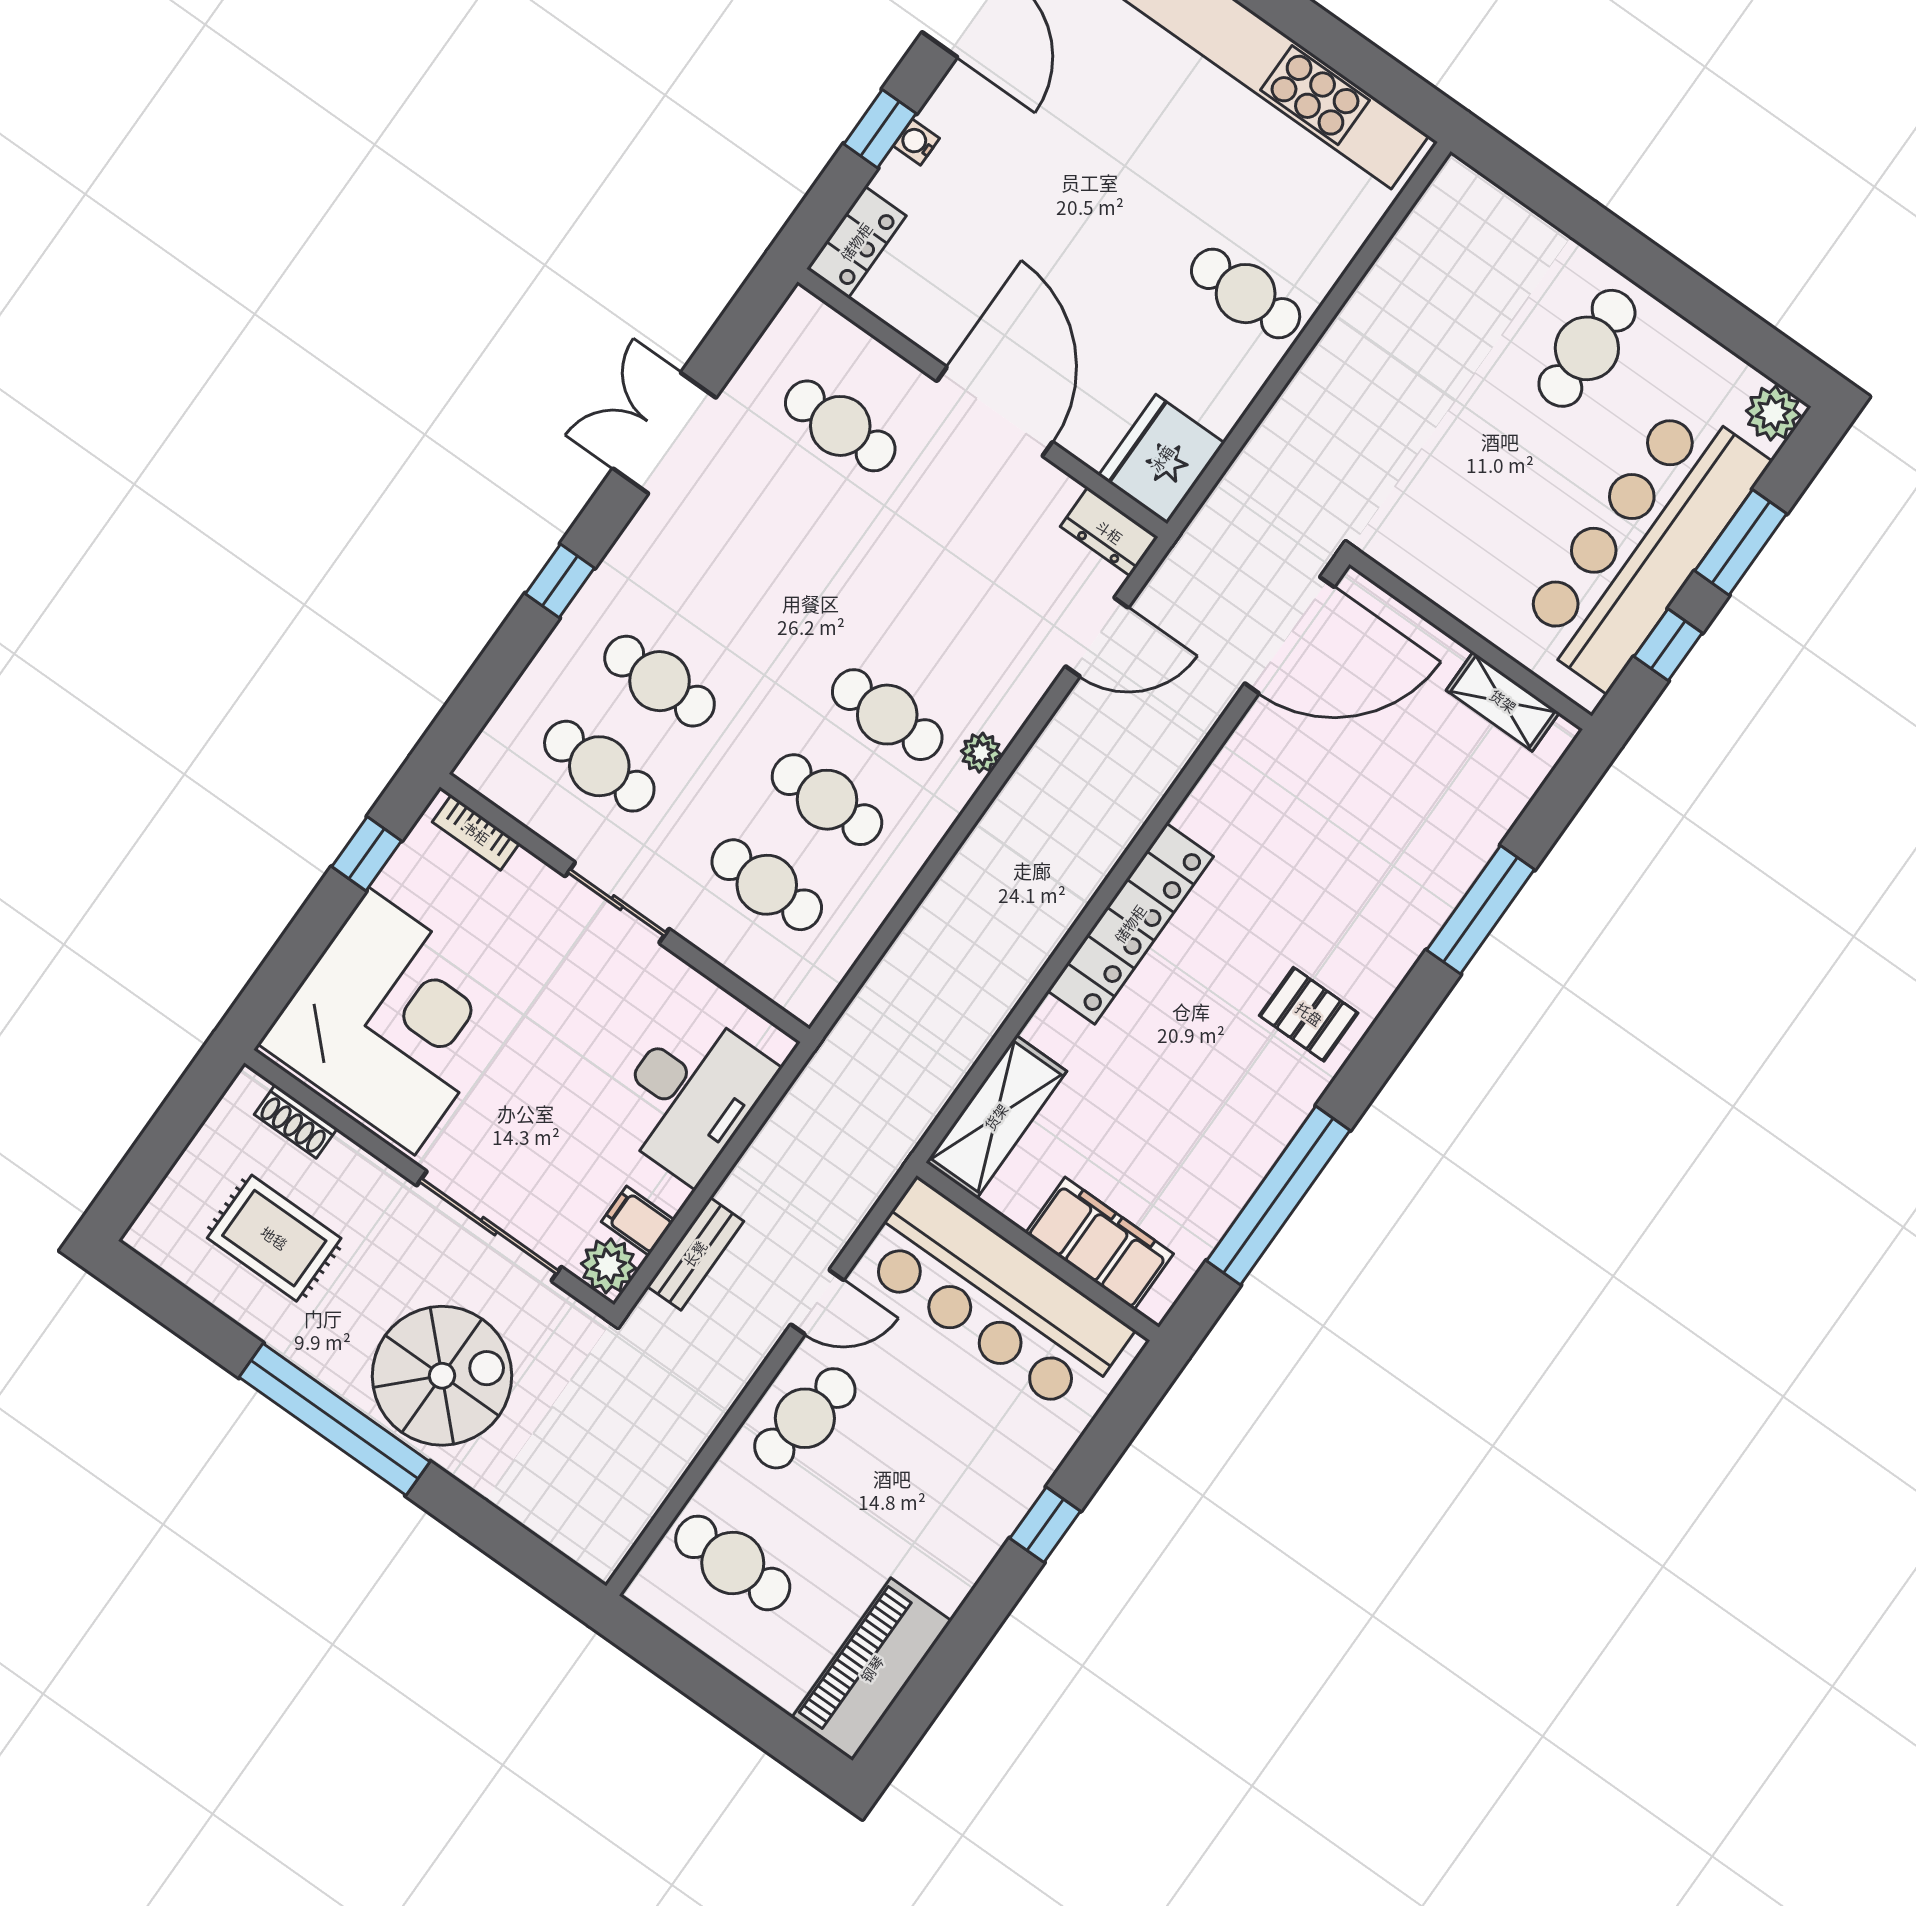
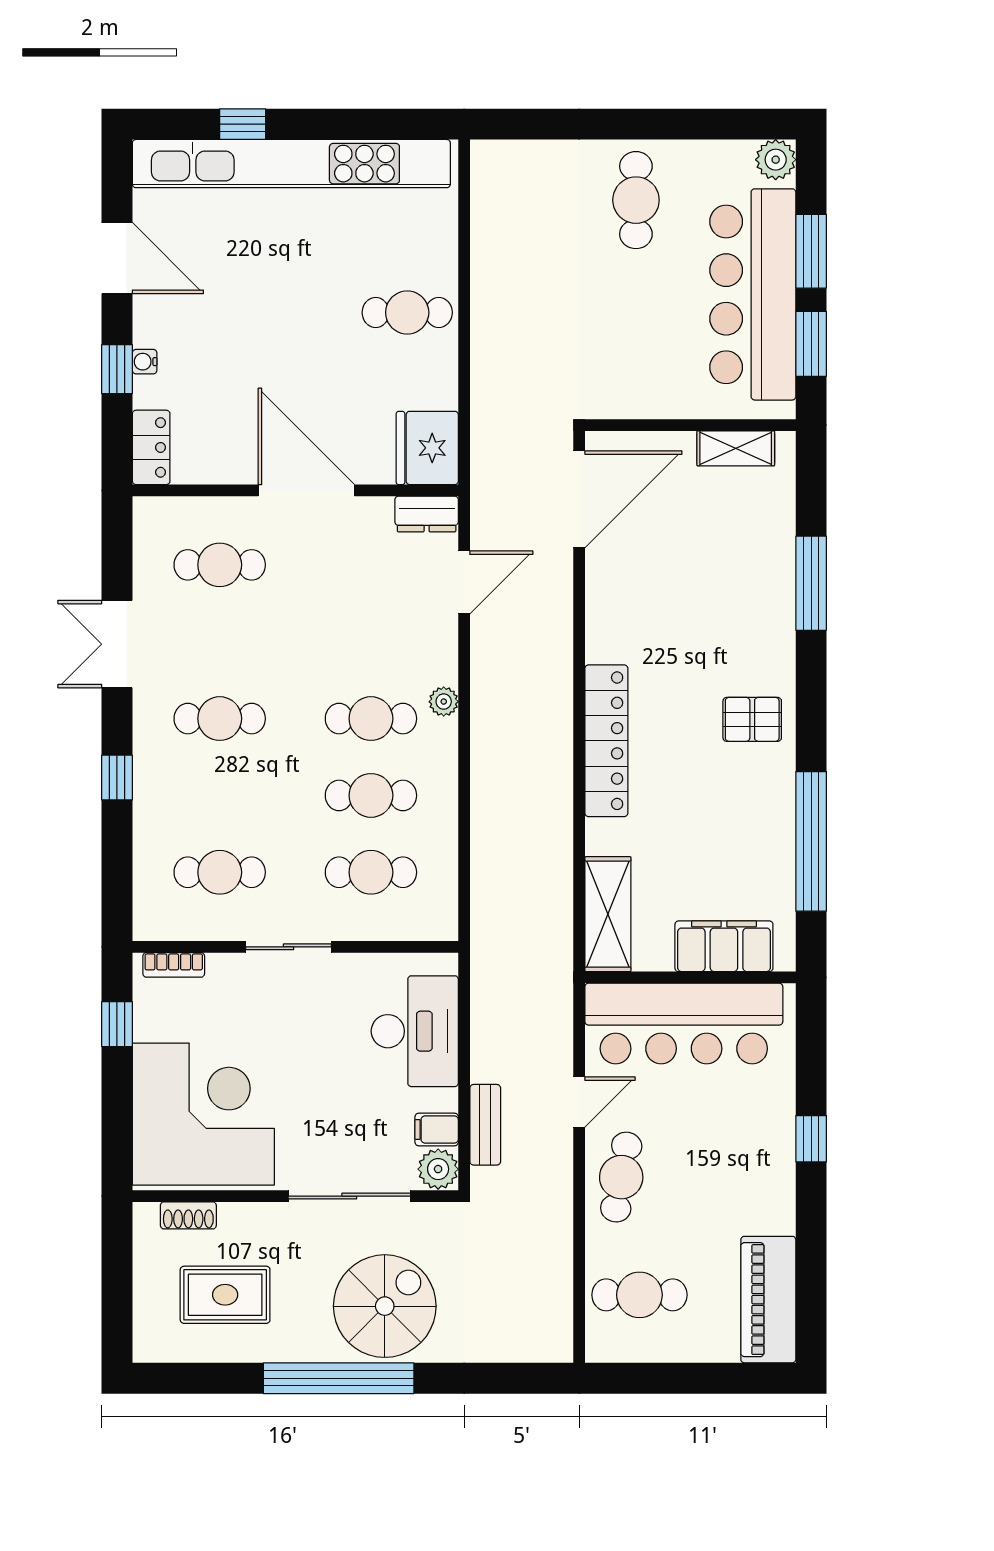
window: (1668, 645) -> (811, 344), width x1.50
cafe table: (660, 681) -> (220, 719), moved

